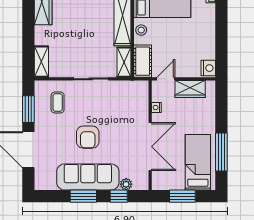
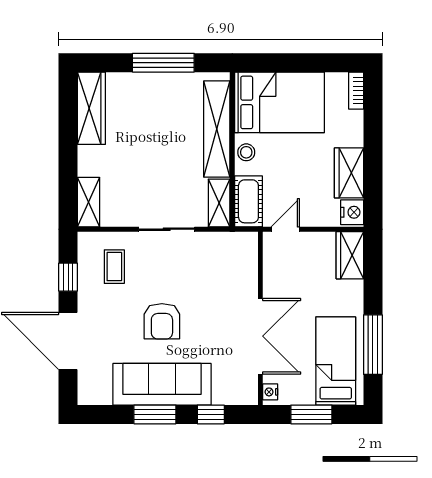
wardrobe: (206, 43) -> (349, 173), added
wardrobe: (190, 89) -> (350, 255), moved, turned 90
nightstand: (156, 108) -> (270, 392), moved
window: (28, 109) -> (68, 277), width x0.67
plant: (126, 184) -> (222, 396), removed

